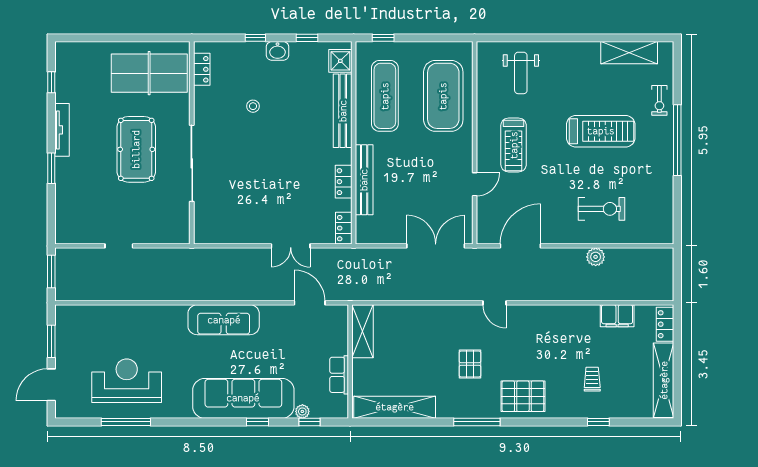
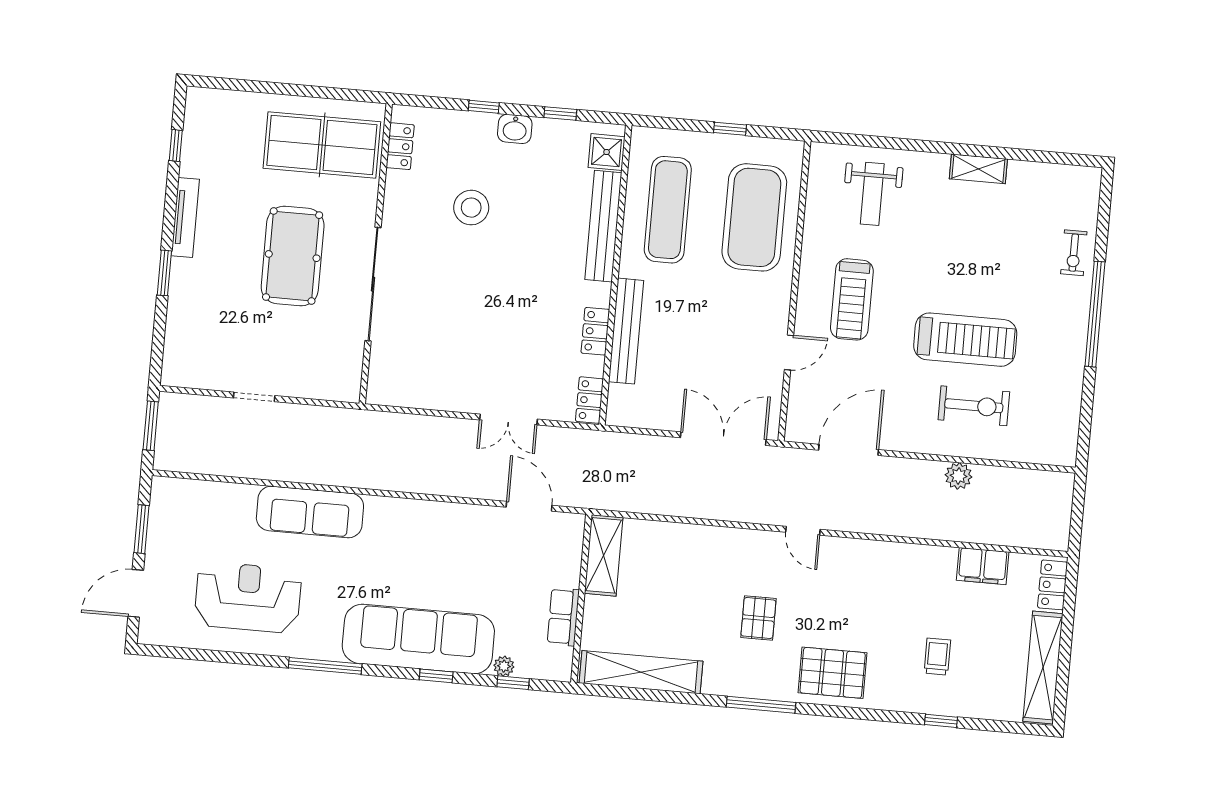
window: (383, 38) -> (730, 129), moved
shelving: (629, 53) -> (978, 169), moved, width x0.67, depth x0.75
stool: (253, 106) -> (471, 208), width x1.89, depth x1.89
treadmill: (601, 131) -> (965, 340), moved
sofa: (224, 320) -> (310, 512), moved
window: (126, 422) -> (325, 666), moved

